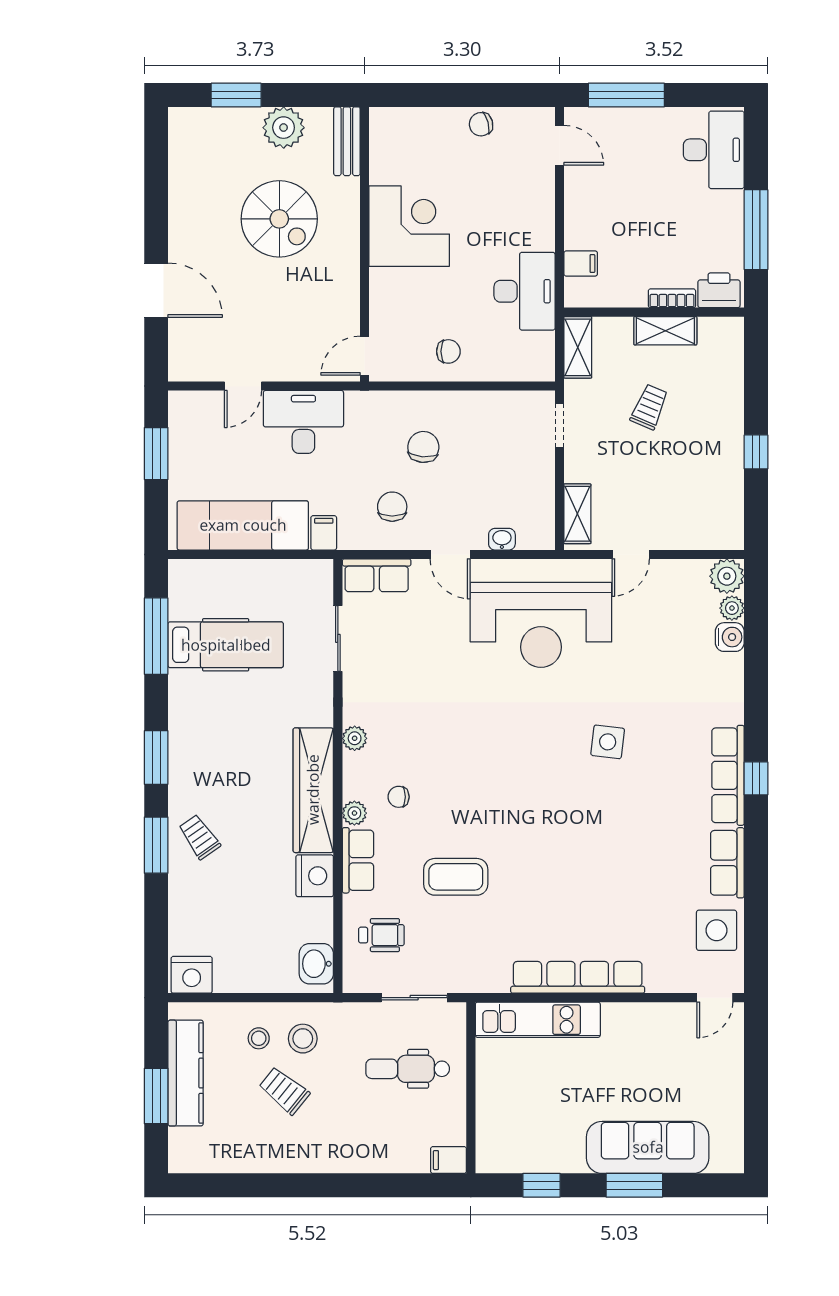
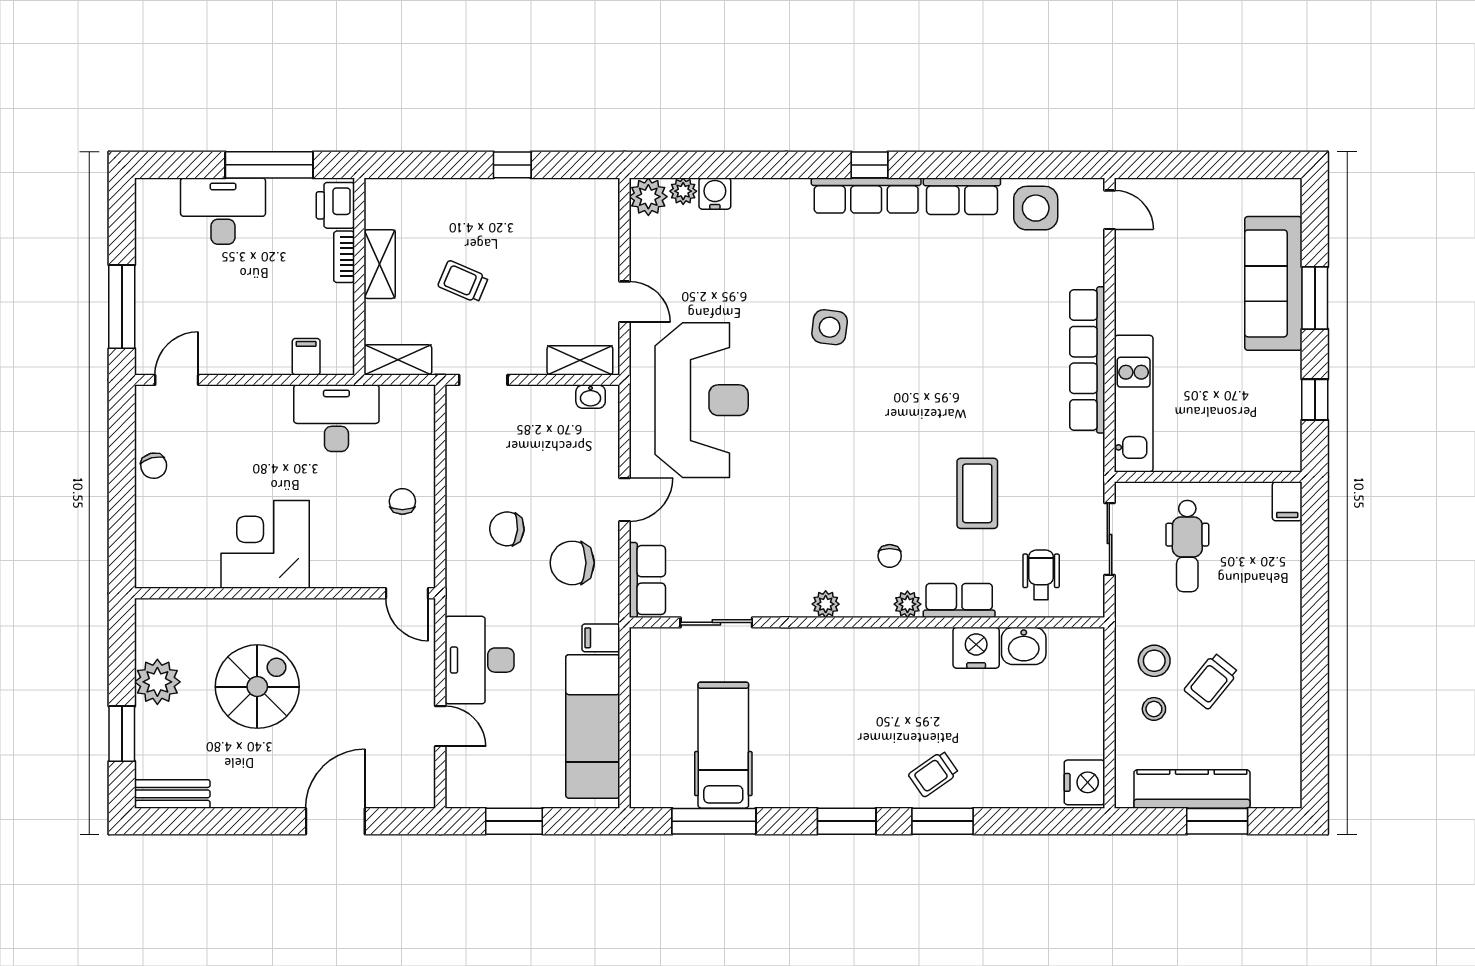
bench: (347, 141) -> (172, 794), moved
desk: (714, 150) -> (223, 211), moved
chair: (392, 507) -> (572, 563), width x1.37, depth x1.37
washbasin: (502, 539) -> (591, 397), moved, turned -90
wardrobe: (313, 790) -> (882, 649), removed
washbasin: (316, 964) -> (1024, 646), moved

